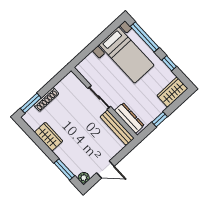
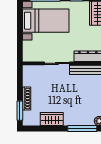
window: (64, 169) -> (82, 129), width x1.44

